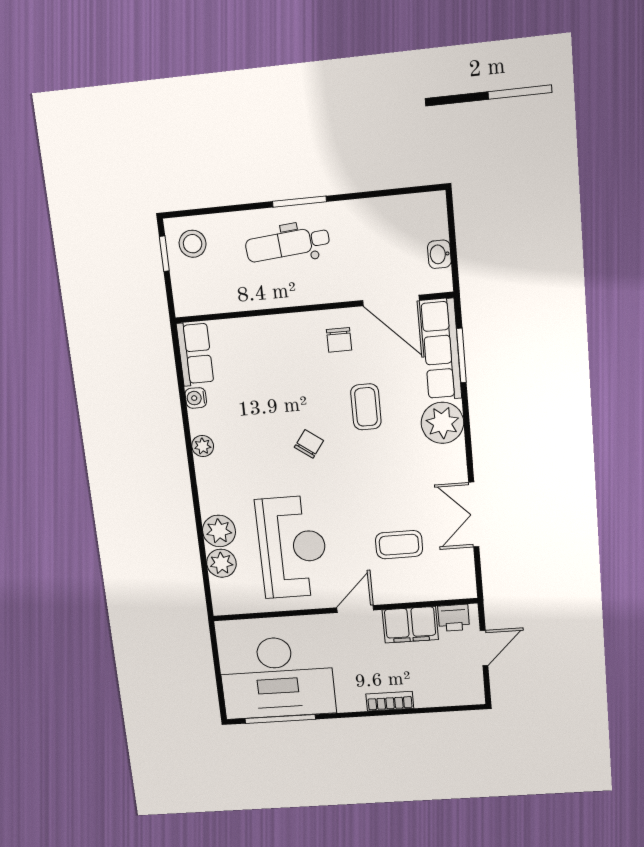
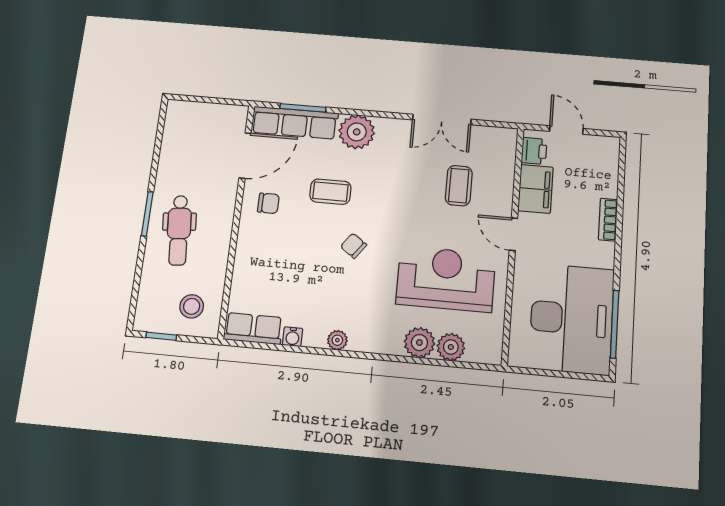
stool: (193, 244) -> (192, 306), moved
washbasin: (439, 254) -> (217, 112), removed

